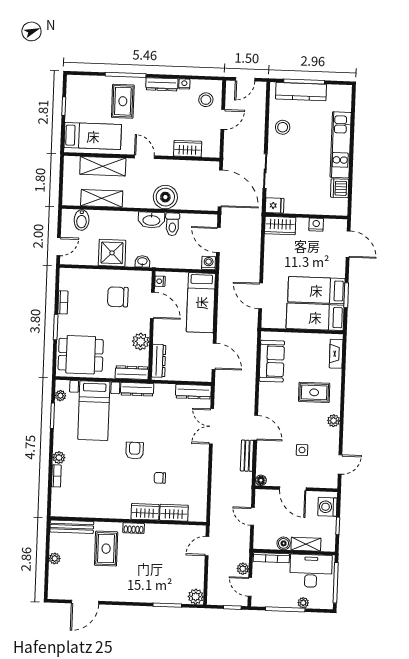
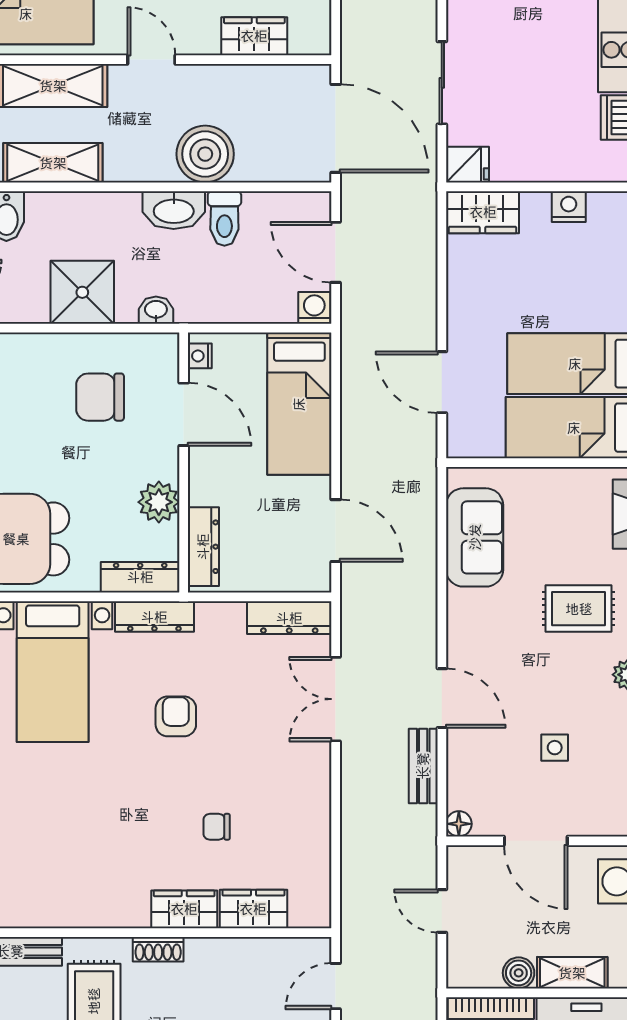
armchair: (135, 451) -> (176, 716), moved

